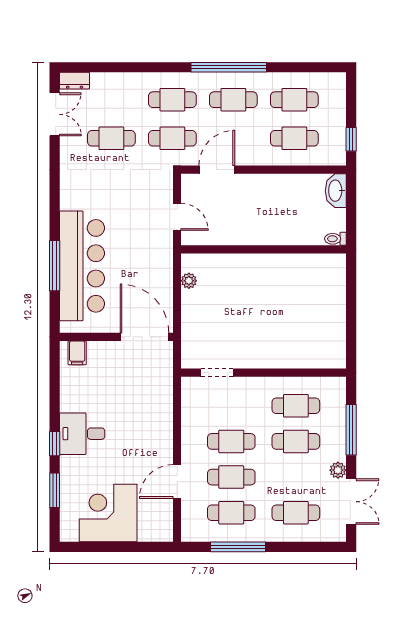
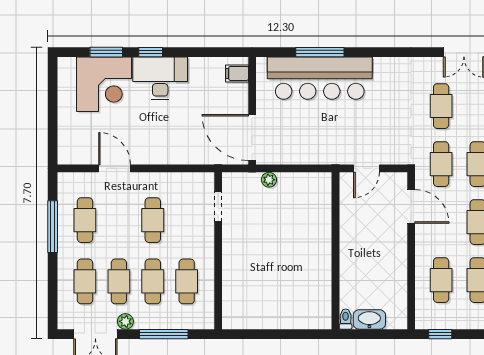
washbasin: (336, 191) -> (369, 319), moved
plant: (189, 281) -> (269, 180), moved
door: (145, 337) -> (252, 138), swing flipped
desk: (82, 434) -> (160, 78), width x1.37
cafe table: (231, 477) -> (119, 281), moved
corner desk: (108, 513) -> (104, 84), moved, turned 90

